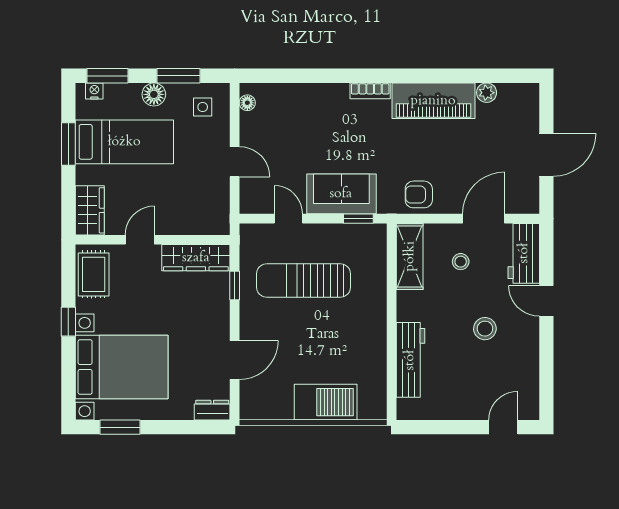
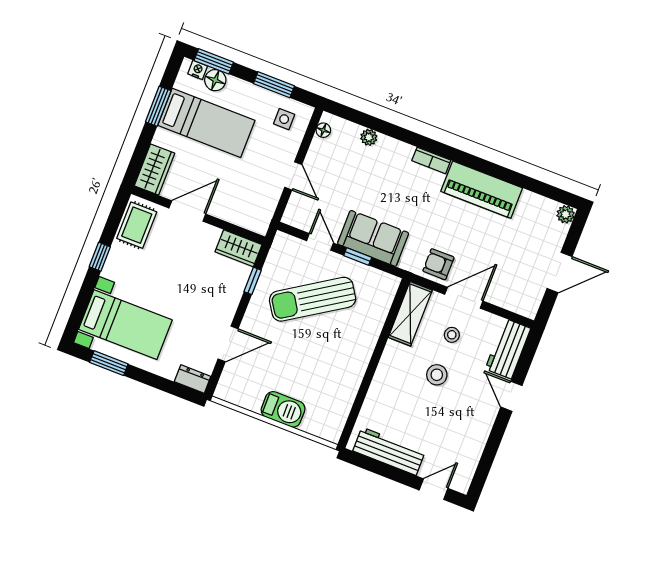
plant: (297, 92) -> (369, 137), added
plant: (487, 93) -> (566, 214), moved
floor lamp: (154, 94) -> (215, 80), moved
window: (358, 219) -> (358, 257), moved
door: (484, 219) -> (464, 298), moved
door: (140, 240) -> (187, 211), width x1.38
wardrobe: (196, 258) -> (239, 248), width x0.67
sun lounger: (304, 281) -> (313, 299), turned -33
stool: (485, 329) -> (437, 375), moved
workbench: (410, 360) -> (389, 451), moved, turned -90
bed with nightstands: (122, 367) -> (125, 325), width x0.73
barbecue: (326, 402) -> (283, 409), width x0.73, depth x0.83

